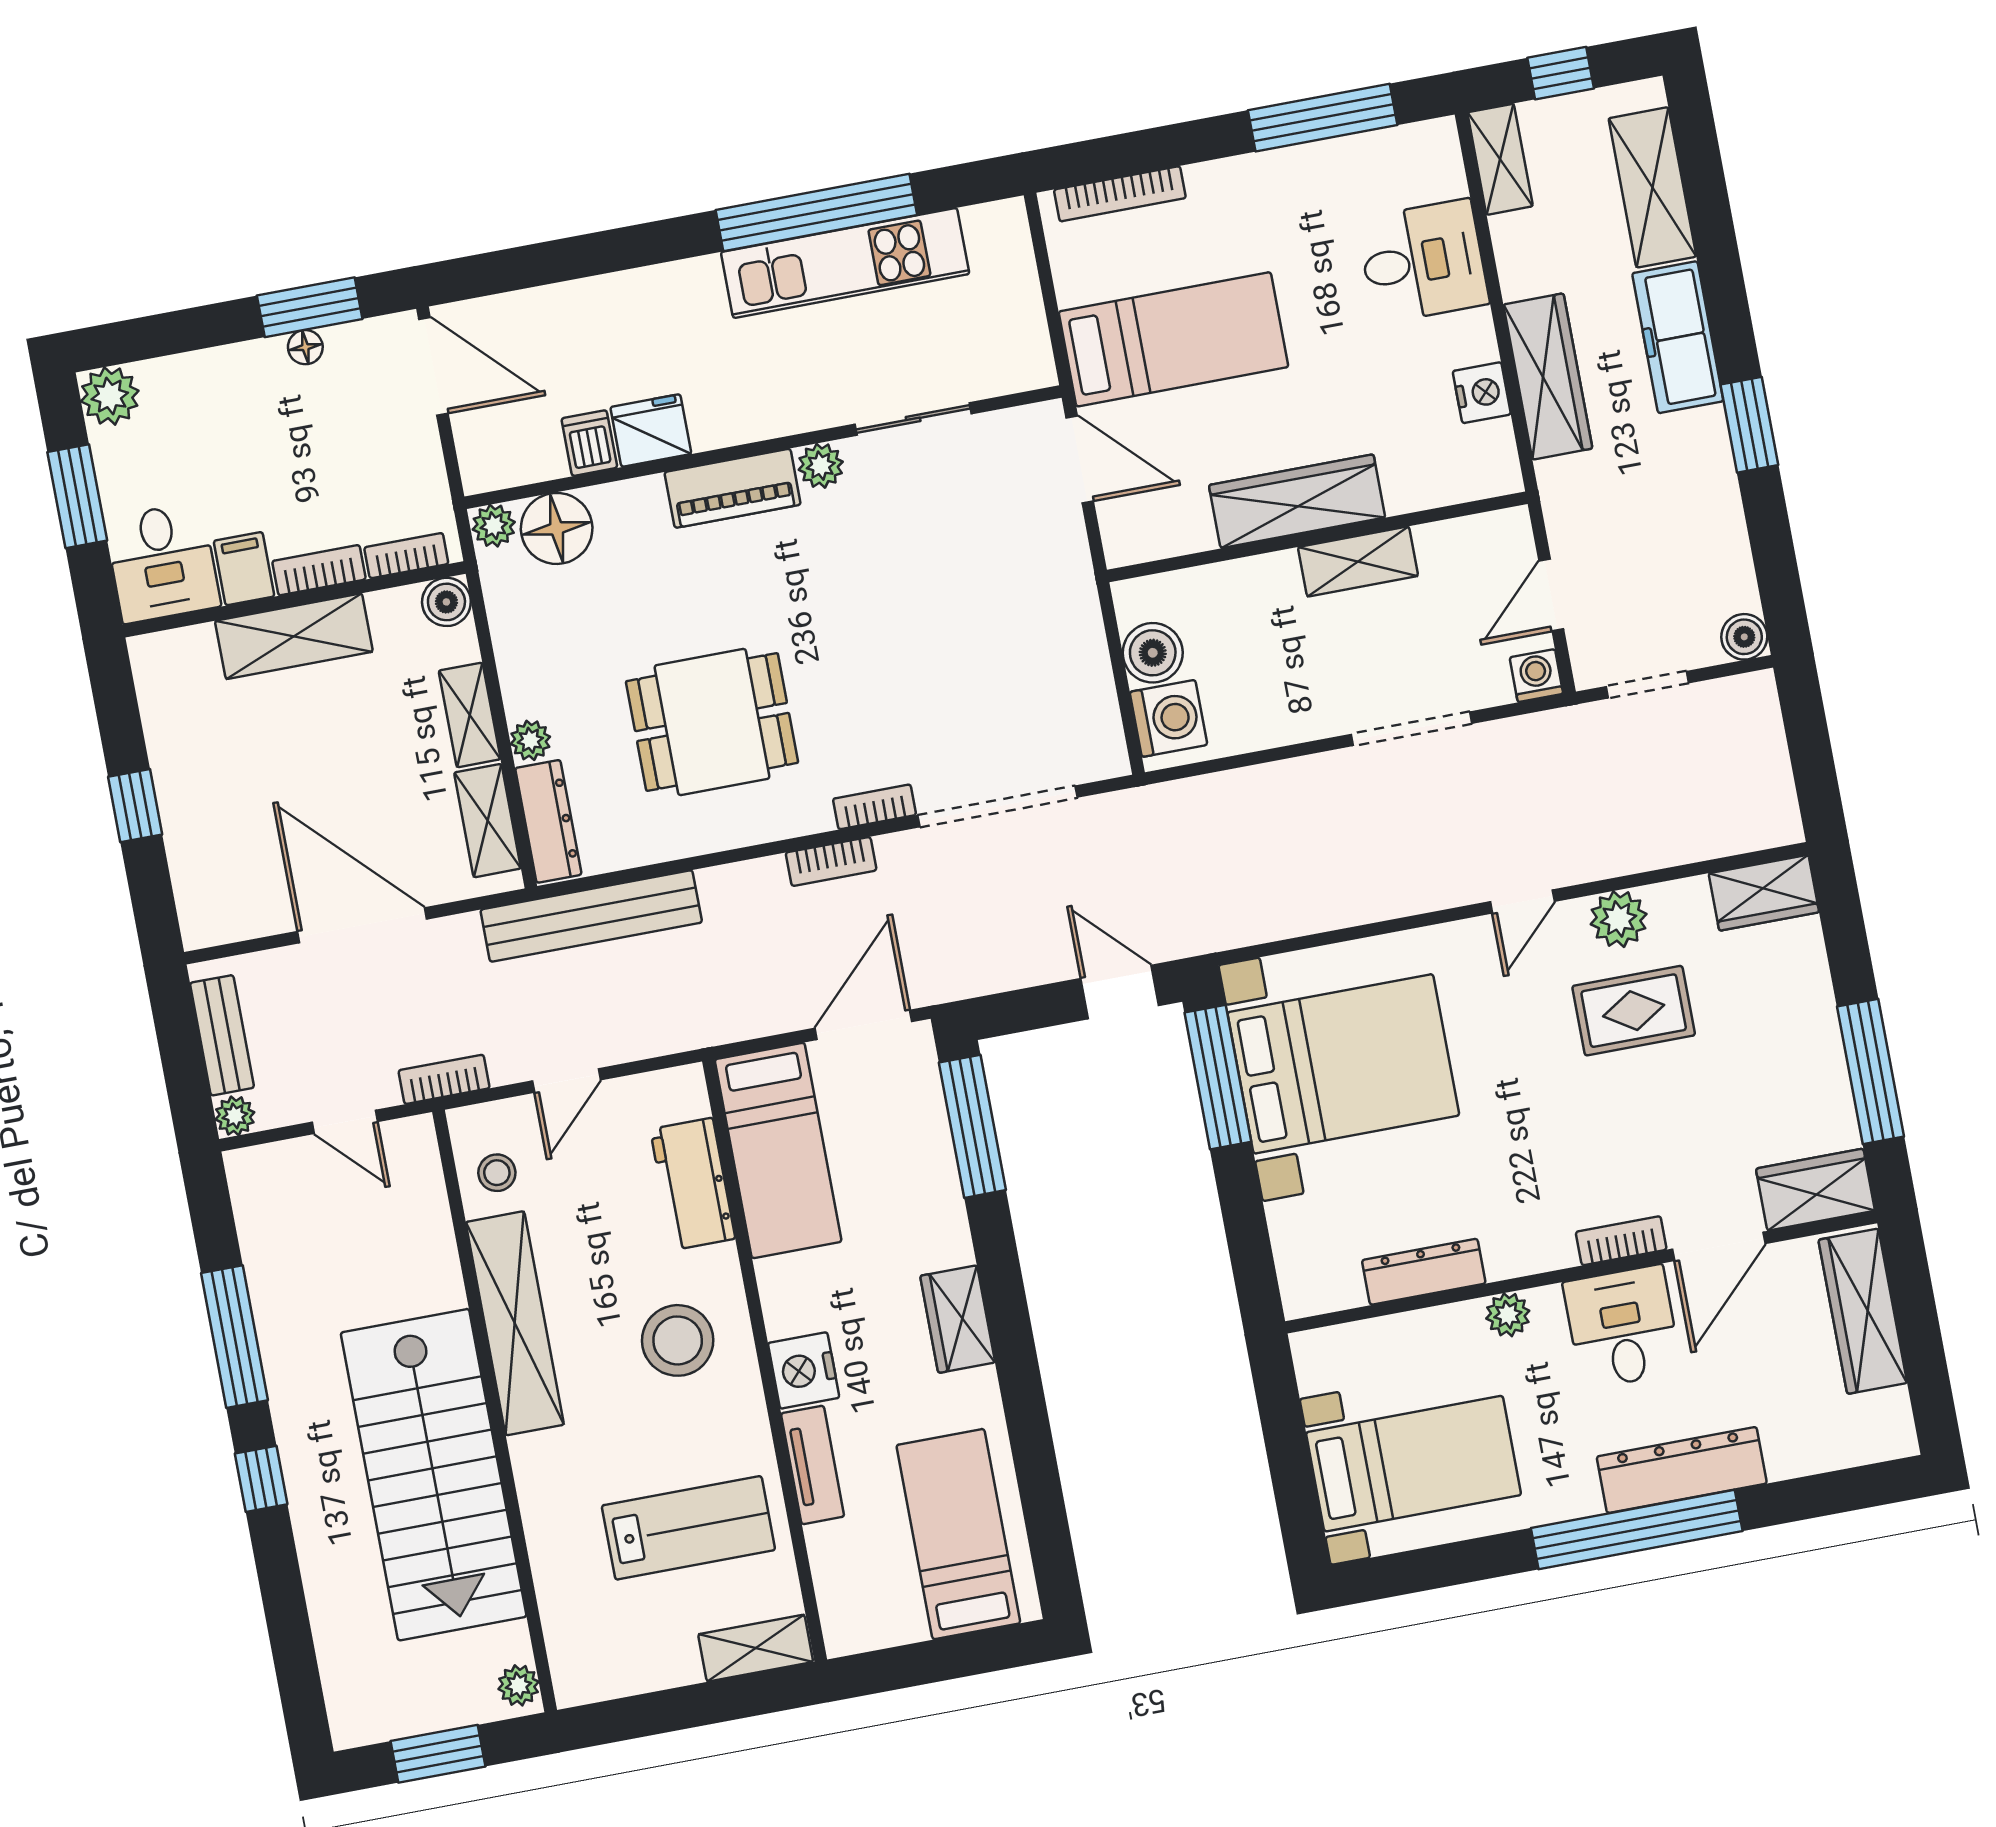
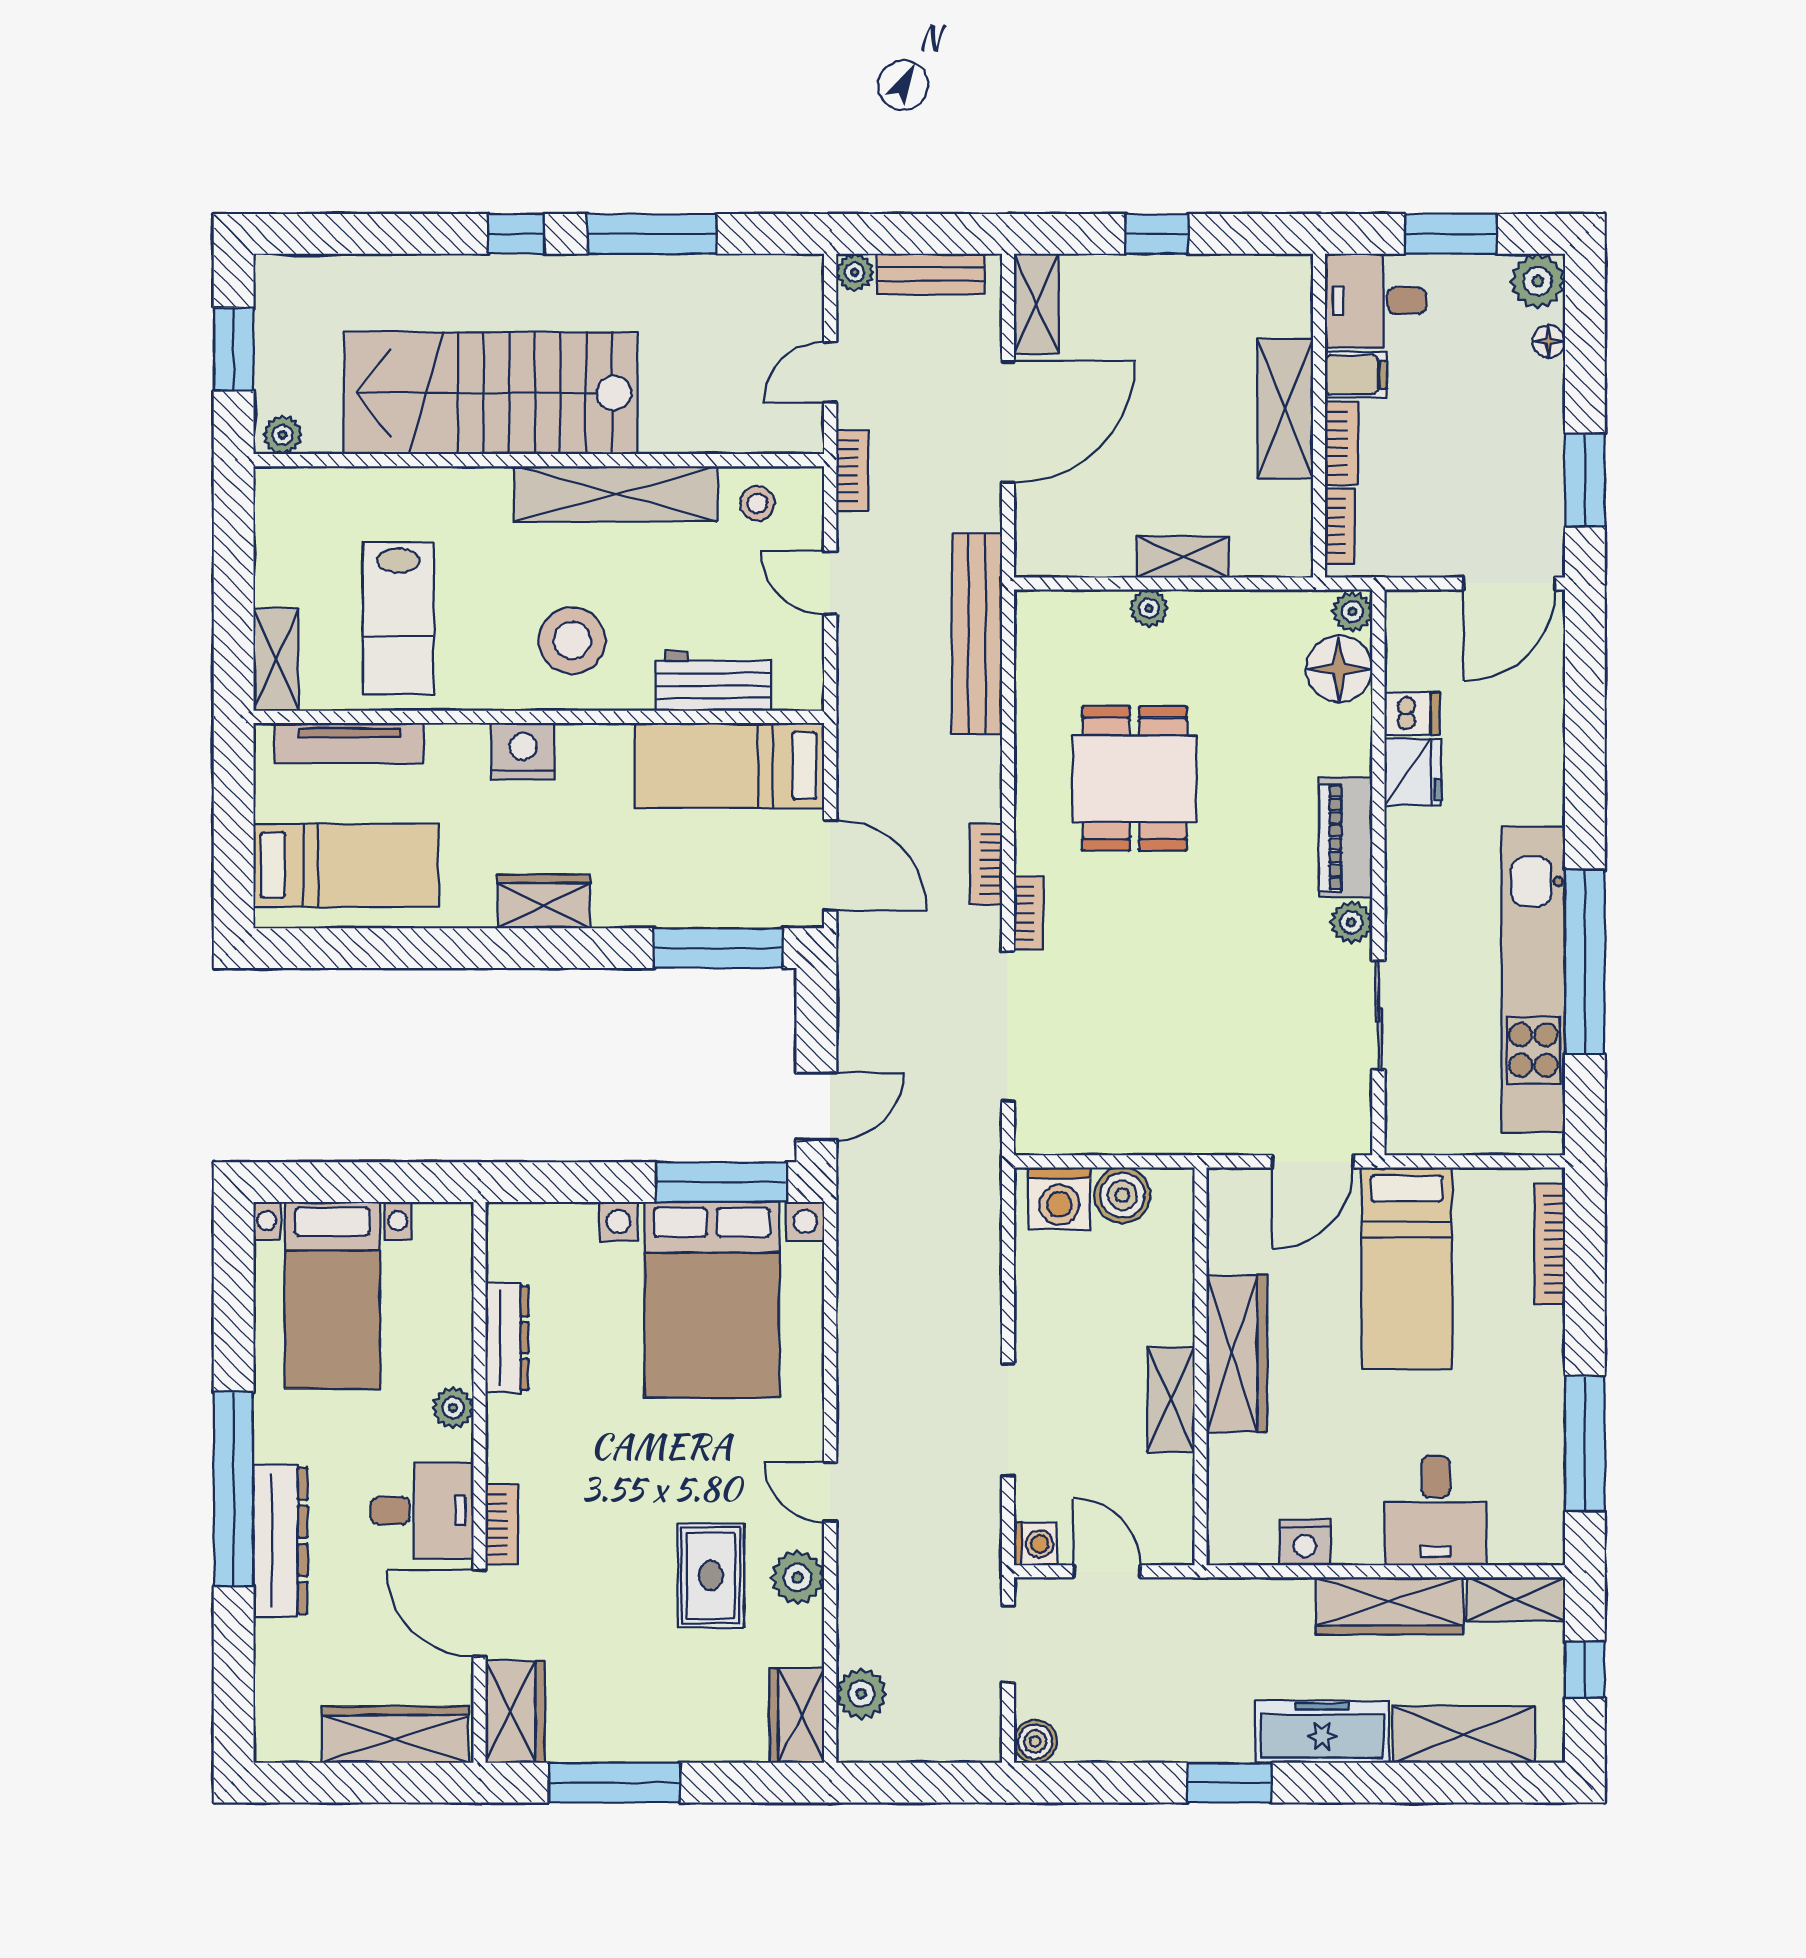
kitchen unit: (845, 263) -> (1533, 980), width x1.36
floor lamp: (305, 347) -> (1549, 341), moved
wardrobe: (1548, 377) -> (1389, 1606), moved
boiler: (446, 602) -> (1290, 555), removed
shelving: (488, 821) -> (1036, 304), moved, turned 90
dresser: (548, 821) -> (1071, 611), removed
plant: (1728, 829) -> (861, 1694), added
tv unit: (813, 1465) -> (349, 743), moved, width x1.41

